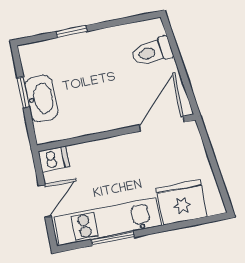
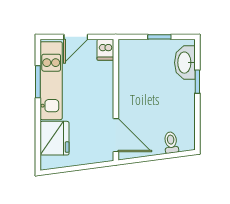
toilet: (152, 52) -> (171, 142), width x0.73, depth x0.72
washbasin: (41, 99) -> (185, 63), moved, turned 90
door: (45, 201) -> (76, 37), hinge flipped

